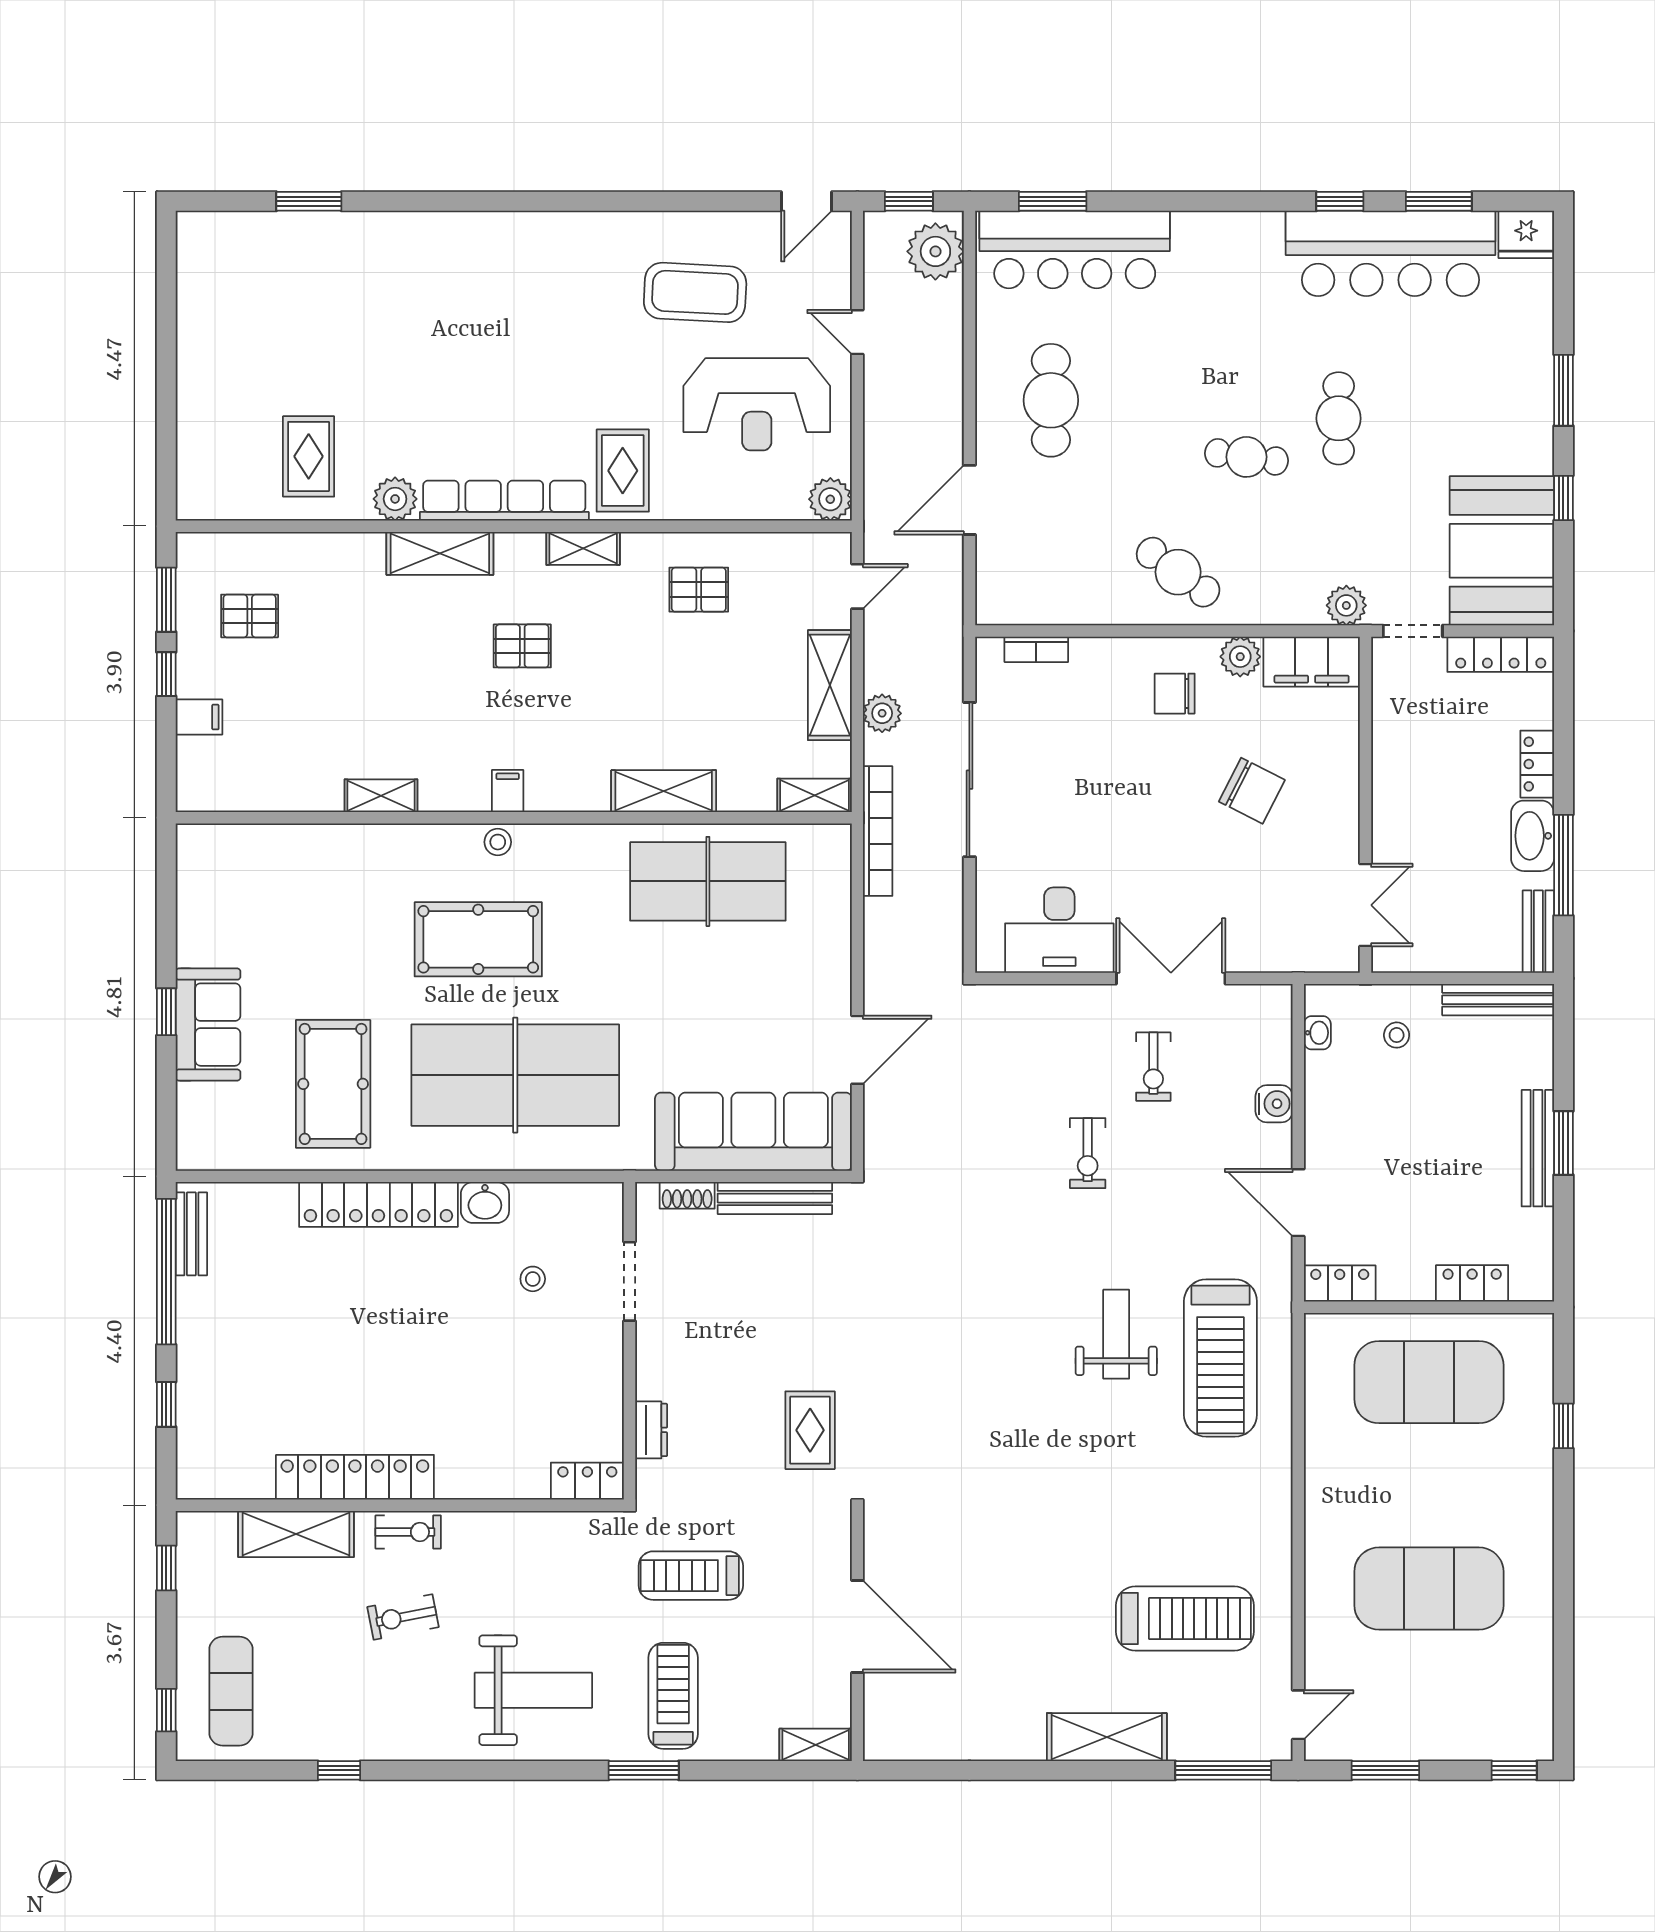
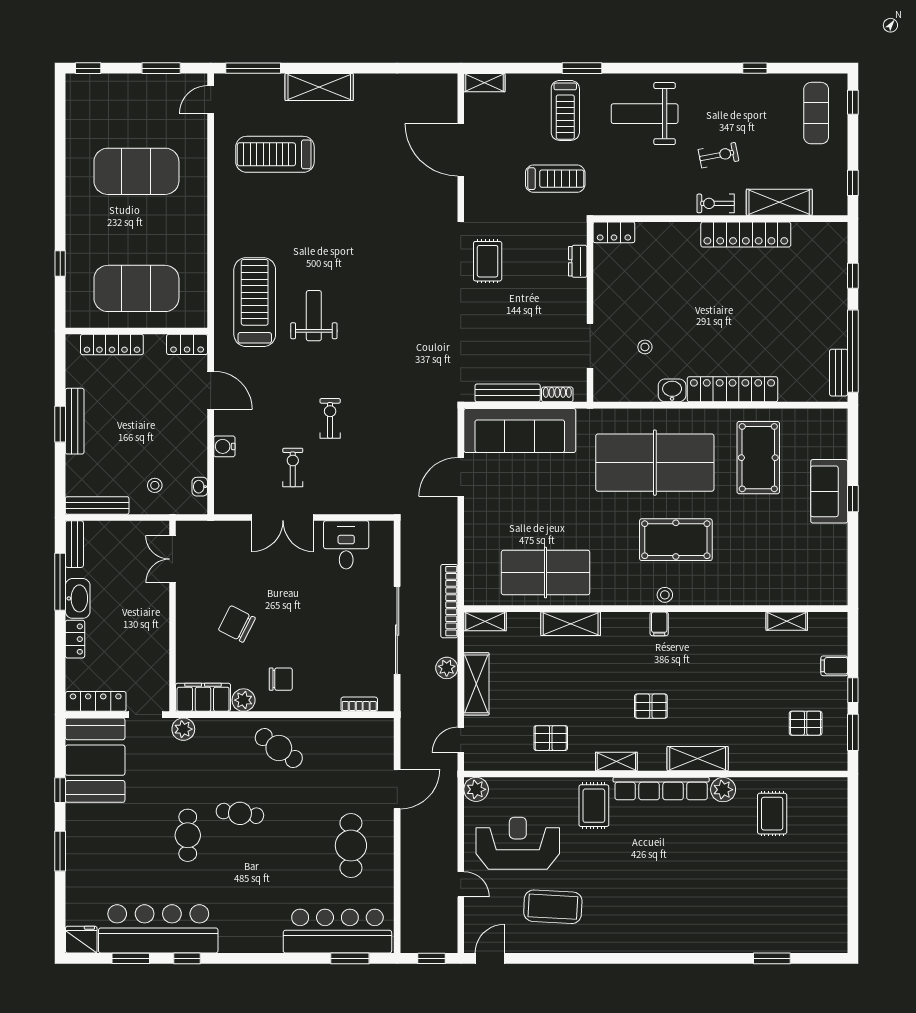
plant: (935, 251) -> (416, 930), removed
shelving: (381, 796) -> (787, 621), moved
desk: (1059, 930) -> (346, 545), width x0.73
locker: (1472, 1283) -> (112, 345), width x1.53
weight bench: (1116, 1334) -> (314, 316), turned 180

